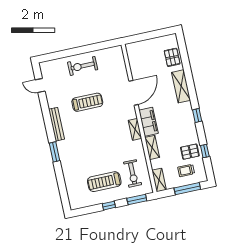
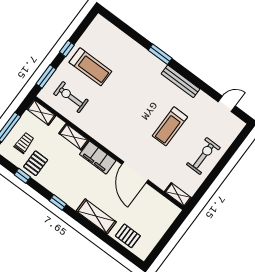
shelving: (135, 129) -> (178, 195), moved
treadmill: (104, 182) -> (90, 67), turned 90

